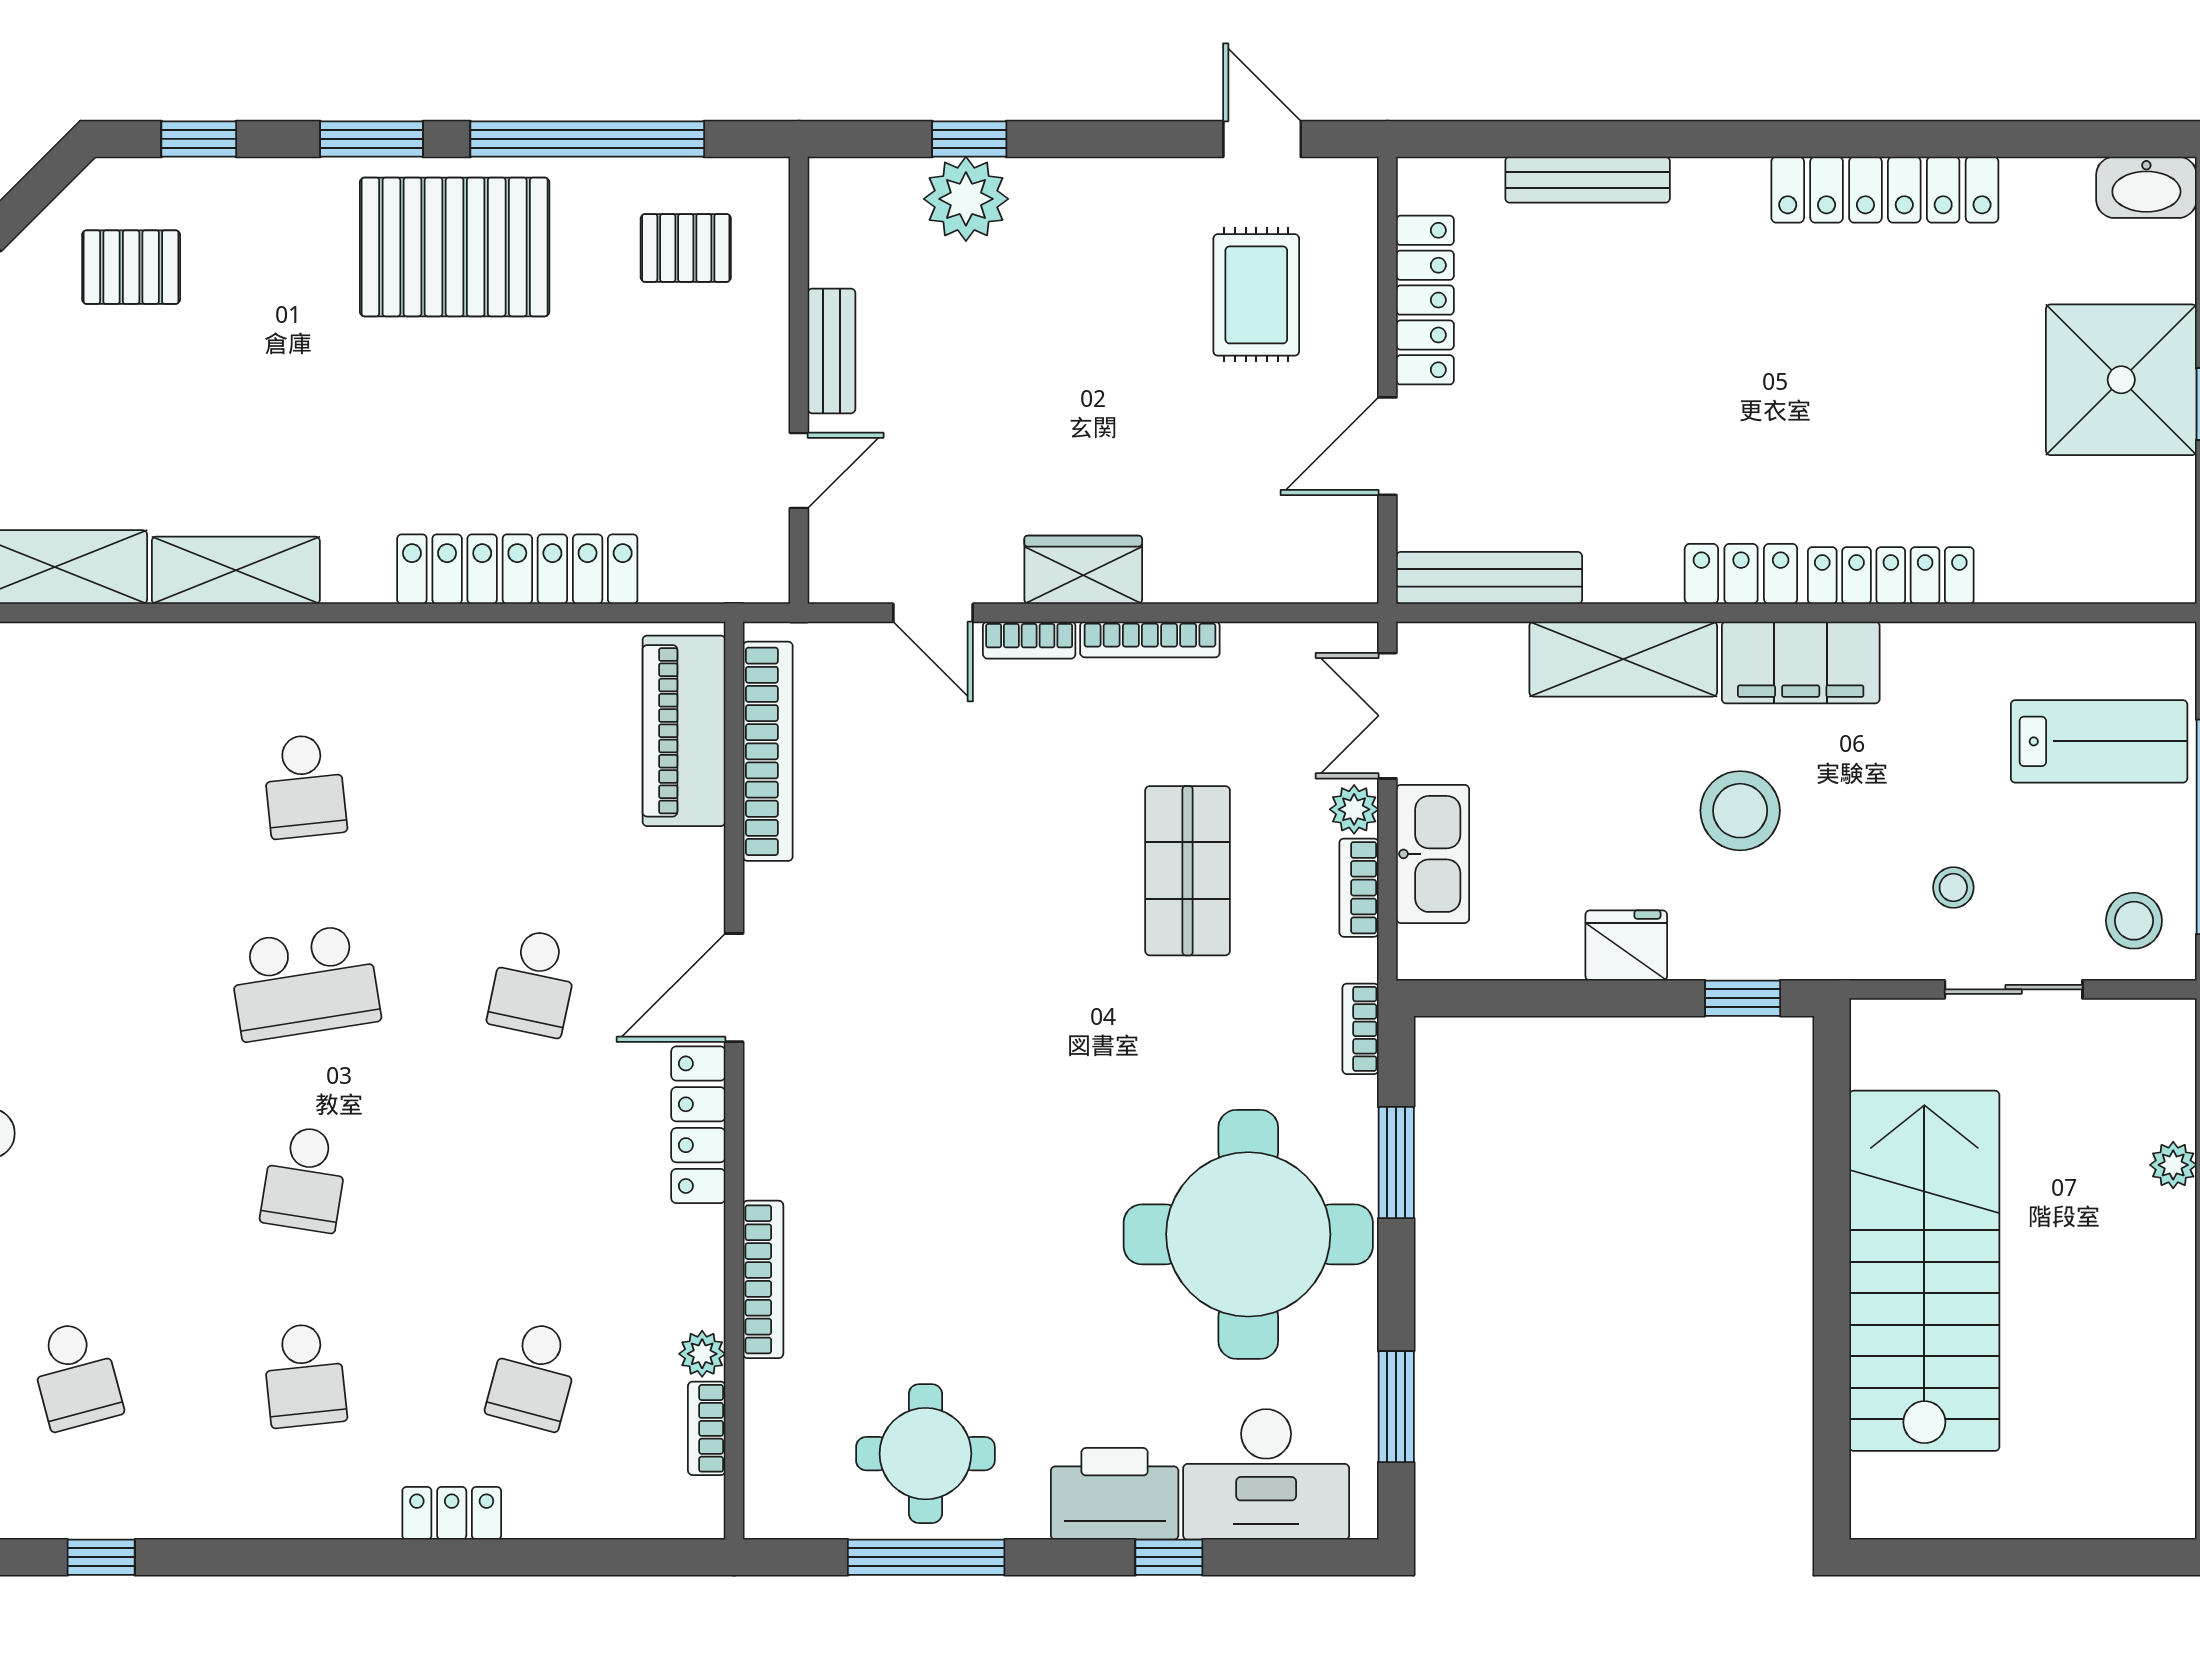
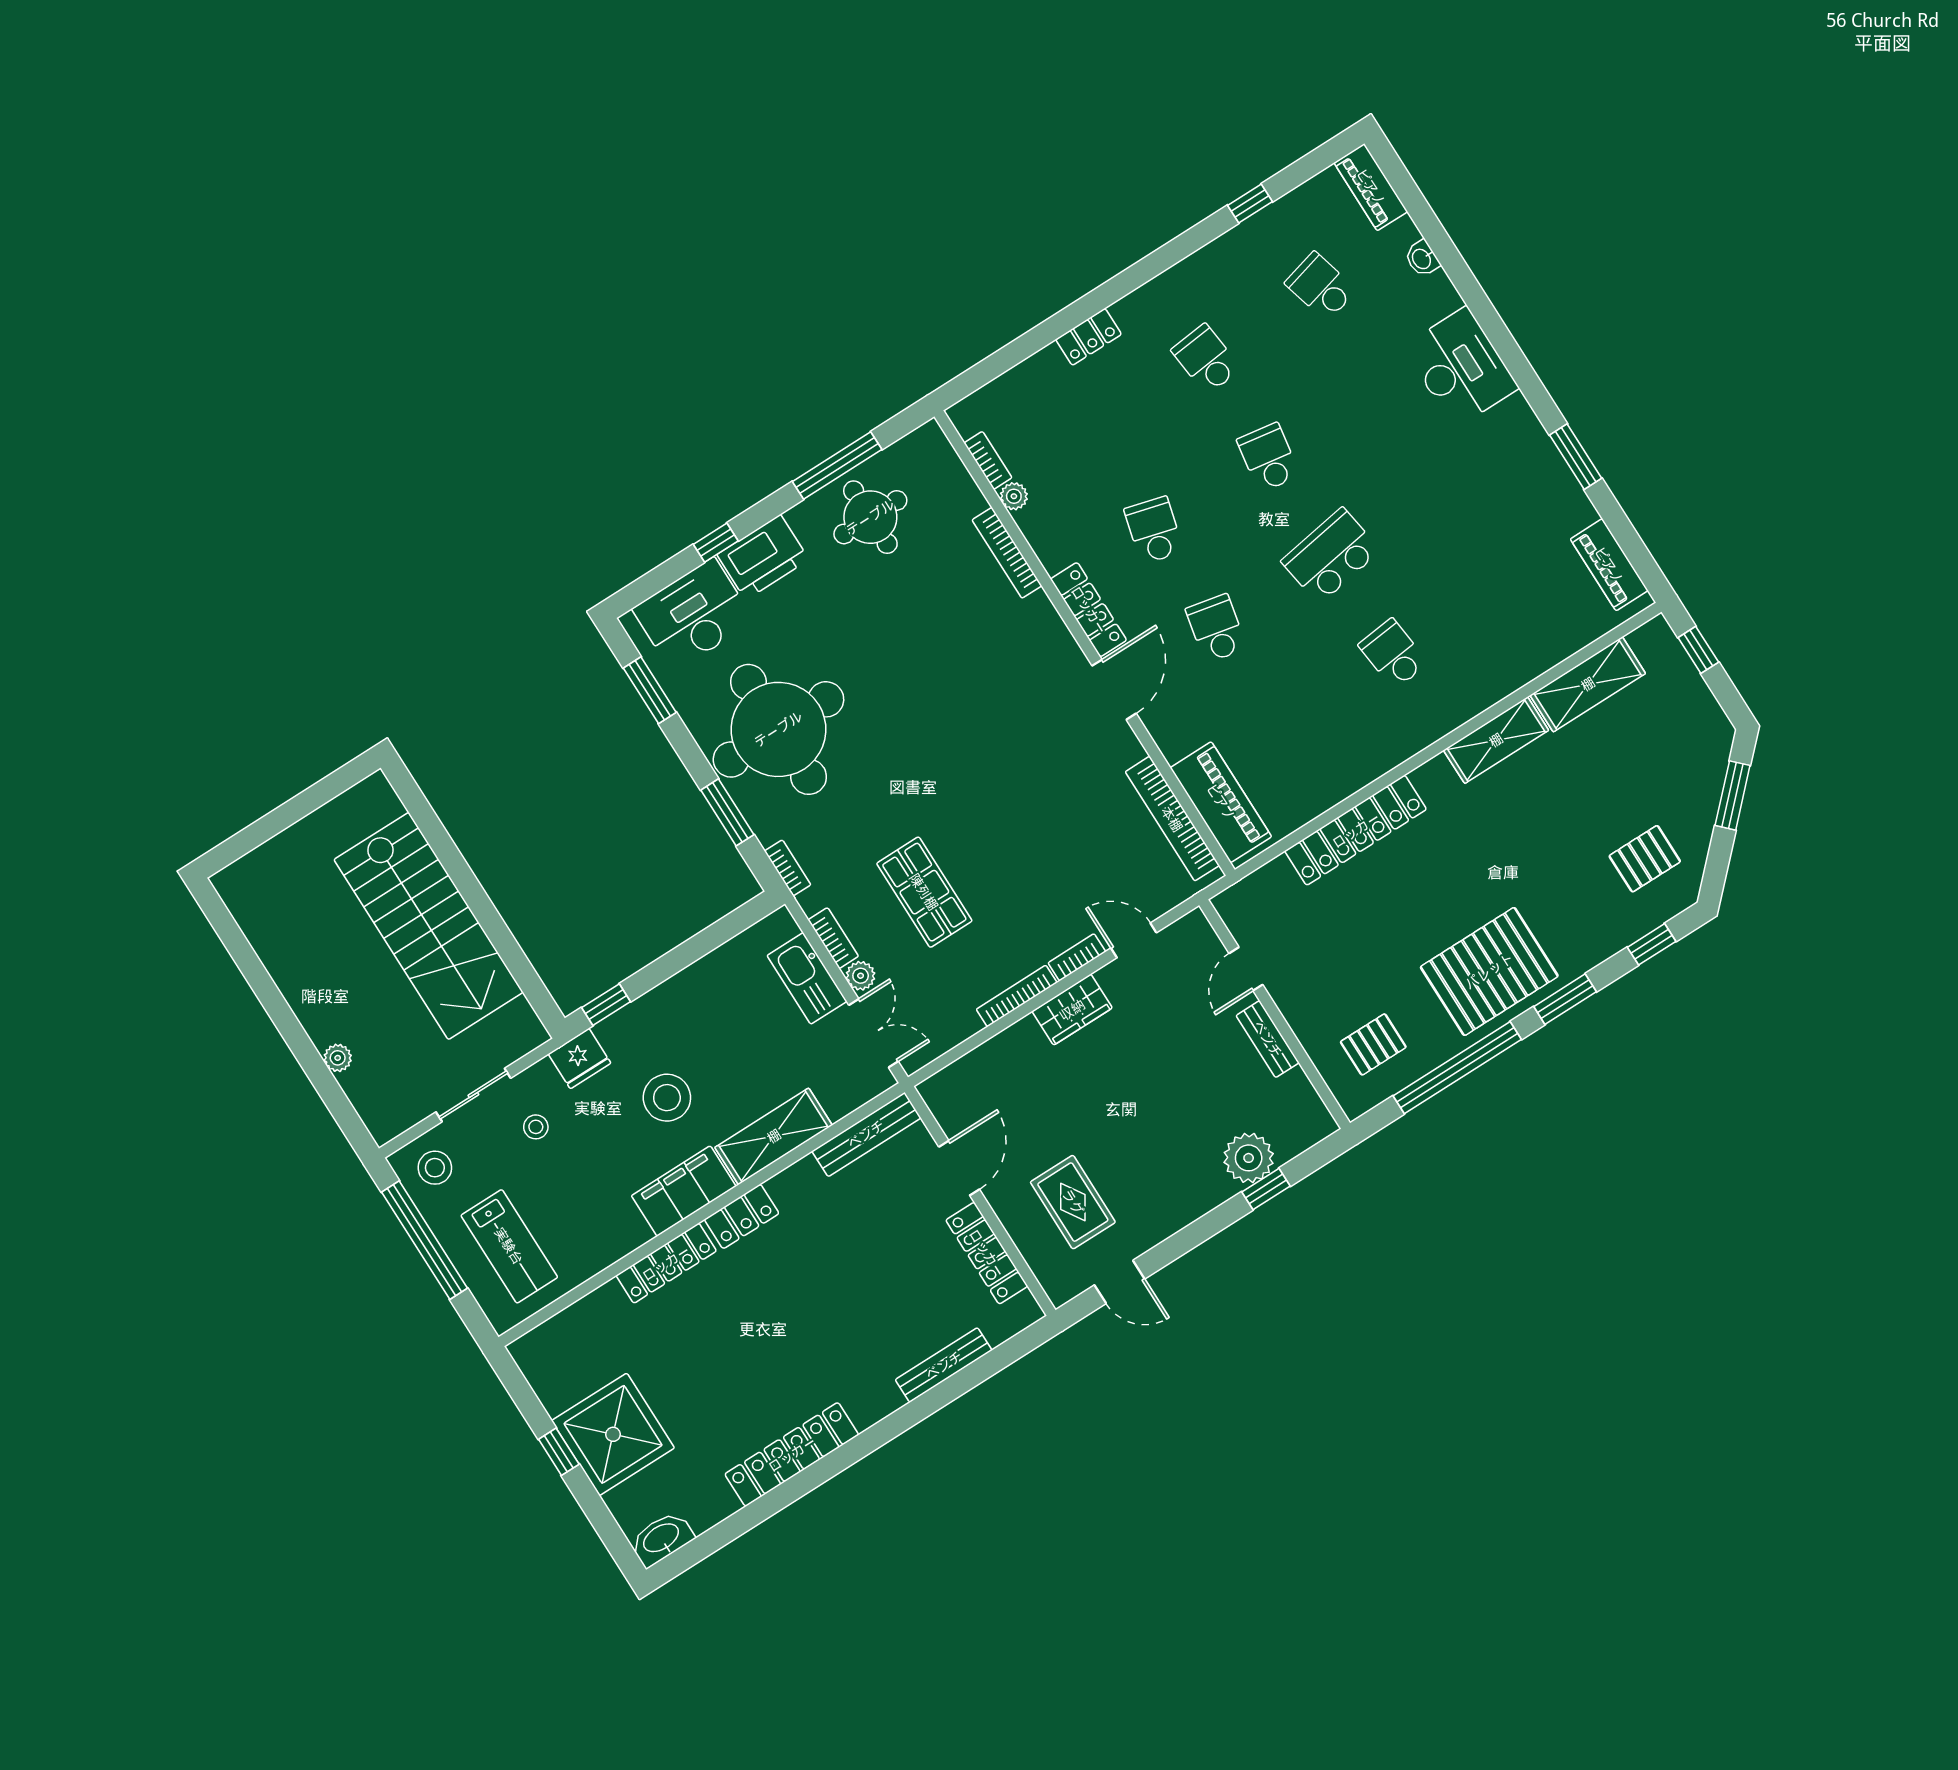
lab bench: (2099, 741) -> (509, 1246), turned -90
fridge: (1626, 945) -> (580, 1058), moved
school desk: (533, 1375) -> (1154, 530), moved

